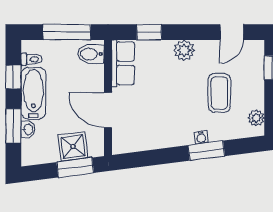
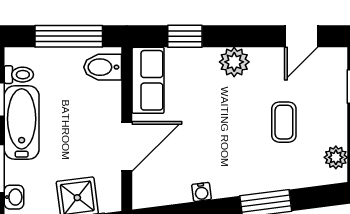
coffee table: (219, 93) -> (284, 122), width x0.73, depth x0.77
door: (108, 110) -> (127, 146), swing flipped
washbasin: (28, 129) -> (14, 197), moved
water cooler: (201, 137) -> (201, 192), moved

